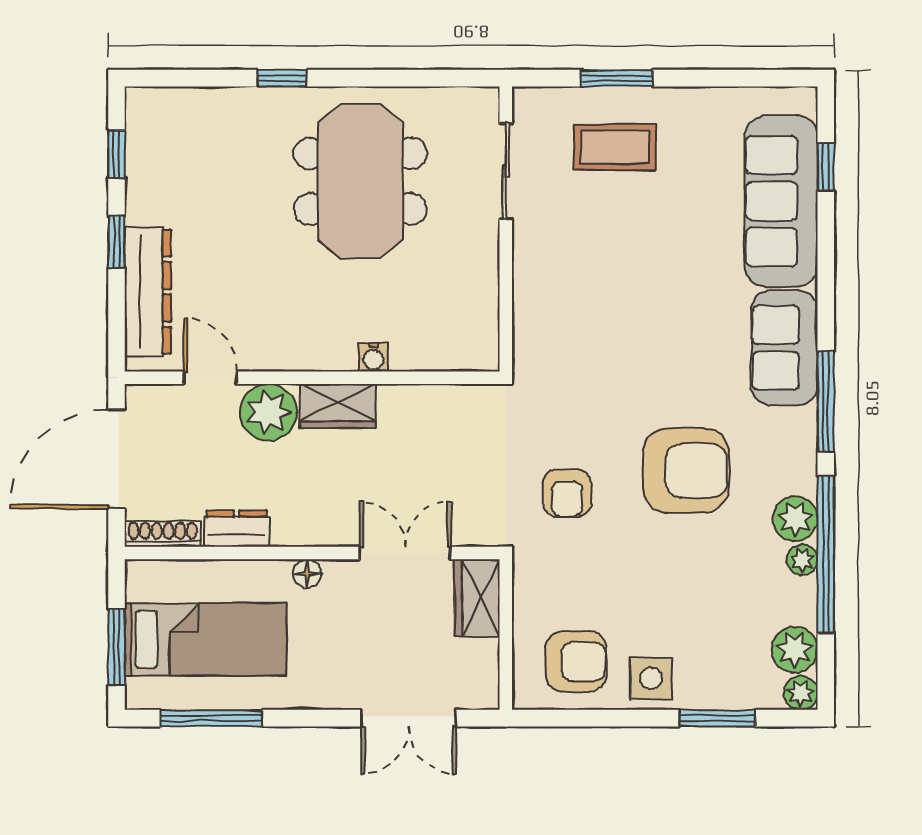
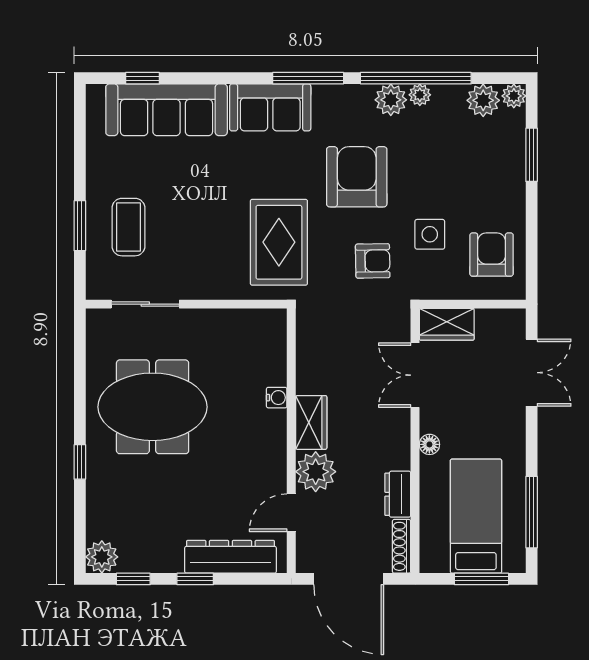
plant: (148, 109) -> (102, 557), added
rug: (593, 360) -> (279, 242), added
side table: (651, 678) -> (430, 234), moved

